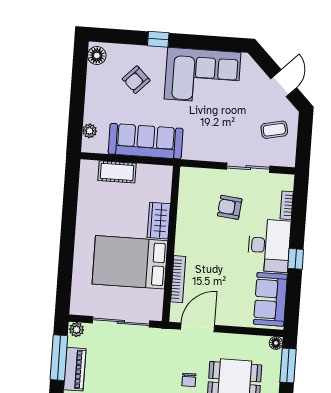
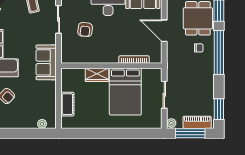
sofa: (146, 141) -> (46, 62), moved, width x0.73
sliding door: (121, 322) -> (164, 95), width x0.73
door: (198, 327) -> (164, 31), moved

